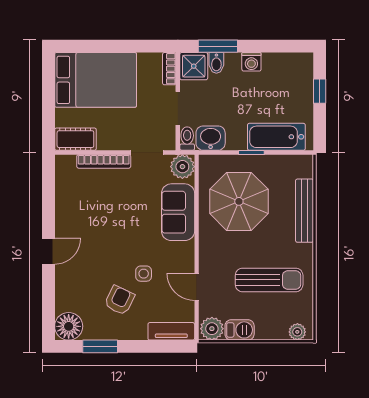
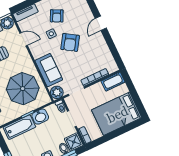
washbasin: (211, 138) -> (40, 117), moved
armchair: (118, 243) -> (70, 42), added

